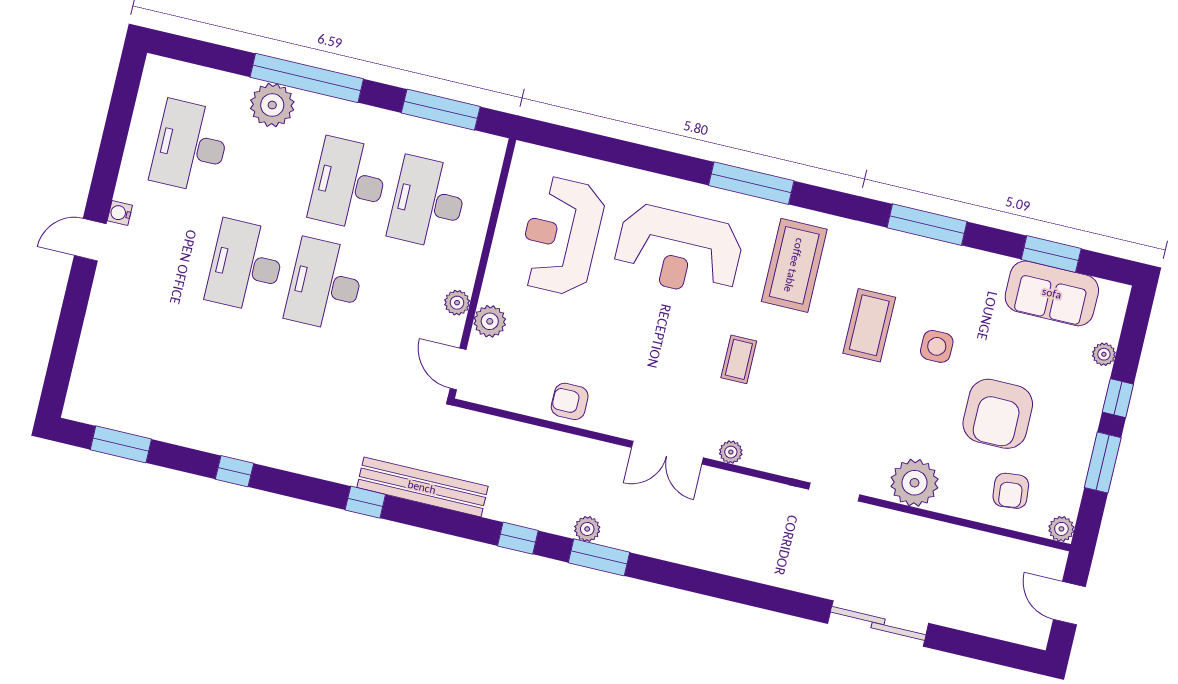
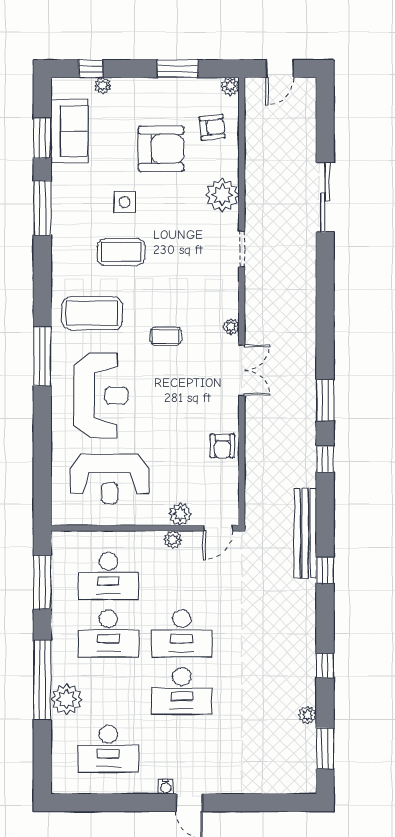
window: (927, 225) -> (42, 208), moved
window: (1118, 398) -> (91, 69), moved
plant: (587, 529) -> (307, 715), moved

